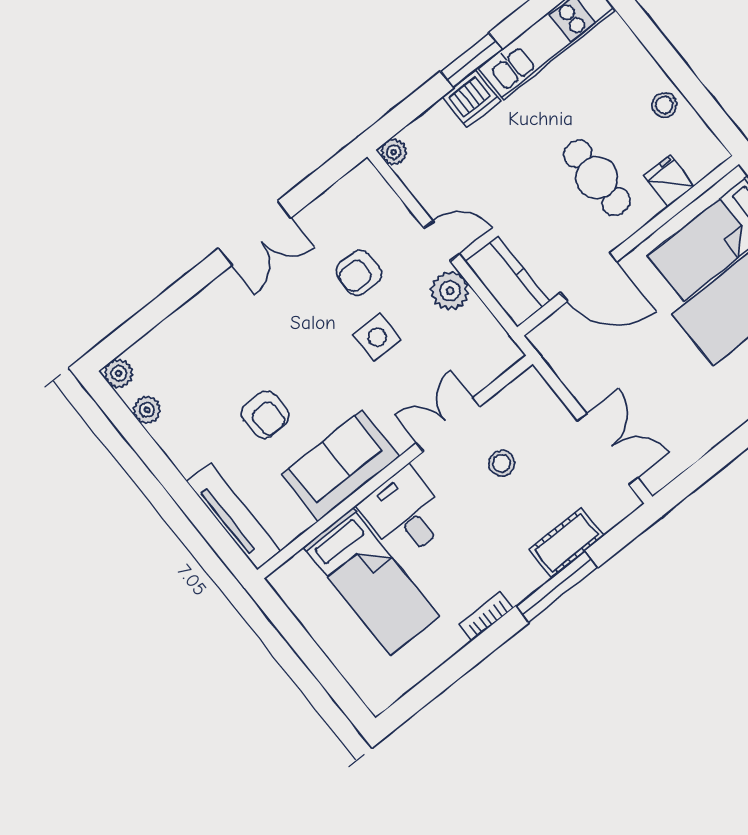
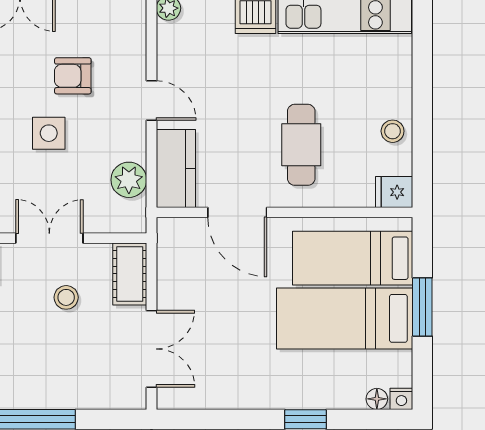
fridge: (669, 181) -> (394, 192), moved, turned -90
plant: (450, 291) -> (129, 180), moved
cot: (566, 543) -> (130, 274), moved, turned 90

